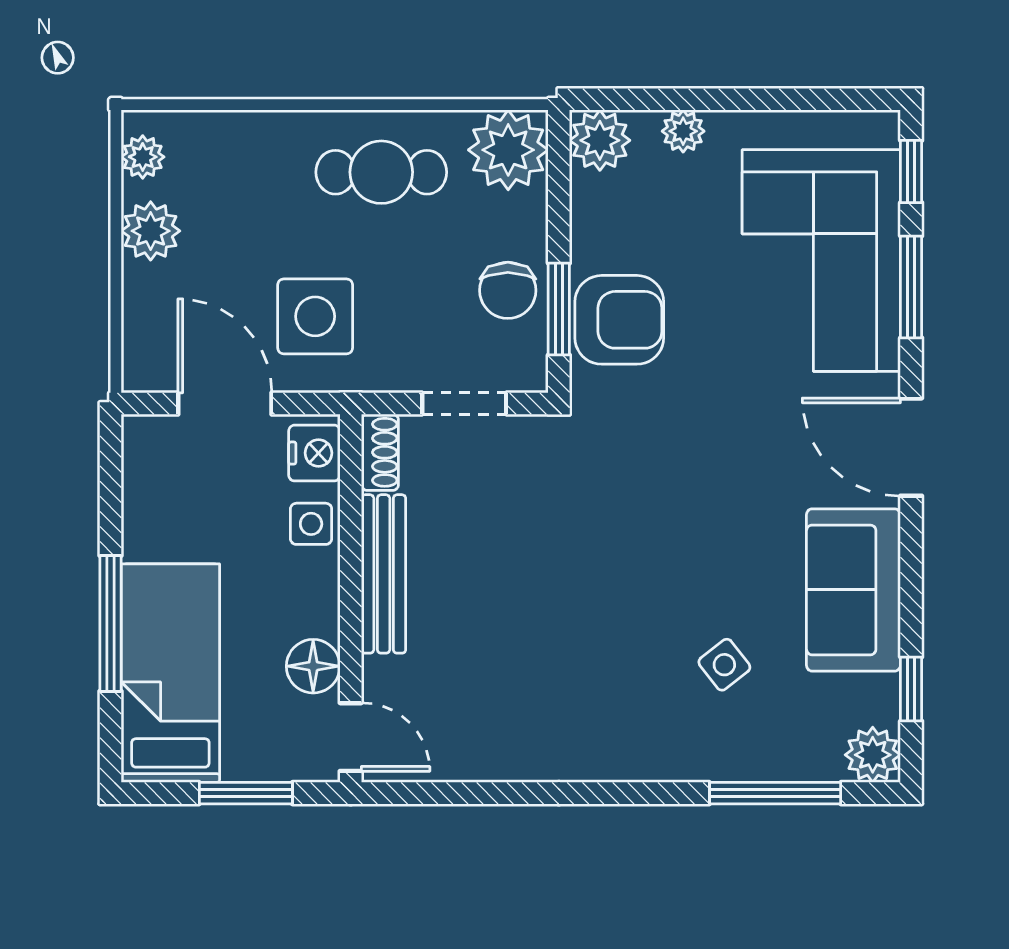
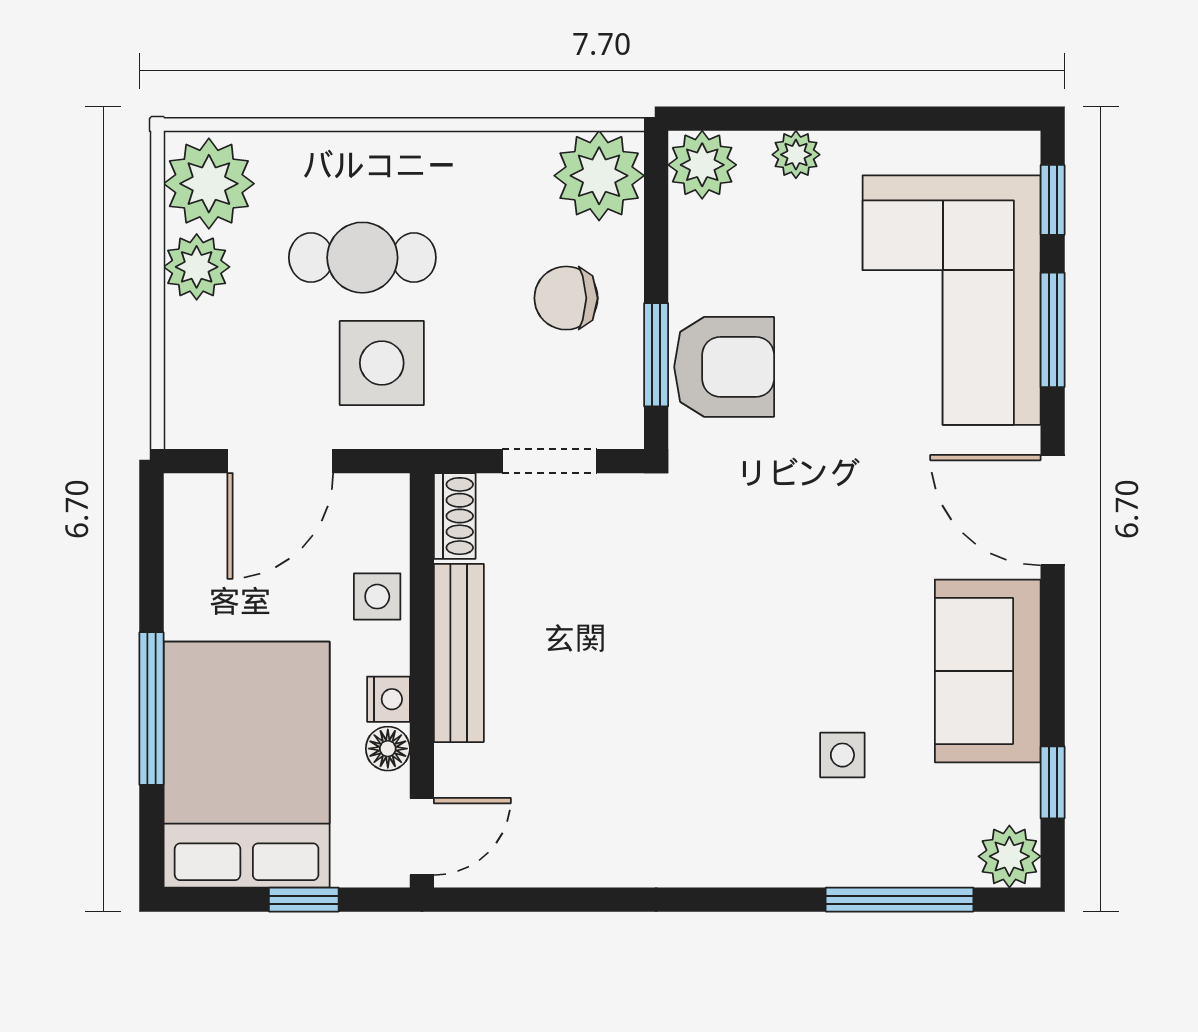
plant: (143, 157) -> (209, 184), width x1.88, depth x1.88
cafe table: (381, 172) -> (362, 258), moved
chair: (508, 290) -> (566, 298), moved, turned 90
door: (225, 403) -> (280, 461), swing flipped
nightstand: (314, 453) -> (388, 699), moved, width x0.72, depth x0.74
side table: (724, 665) -> (842, 755), turned 38
floor lamp: (313, 666) -> (388, 749), width x0.73, depth x0.73
bed: (170, 673) -> (247, 765), width x1.50
door: (351, 737) -> (422, 836), hinge flipped
window: (246, 793) -> (304, 900), width x0.67

